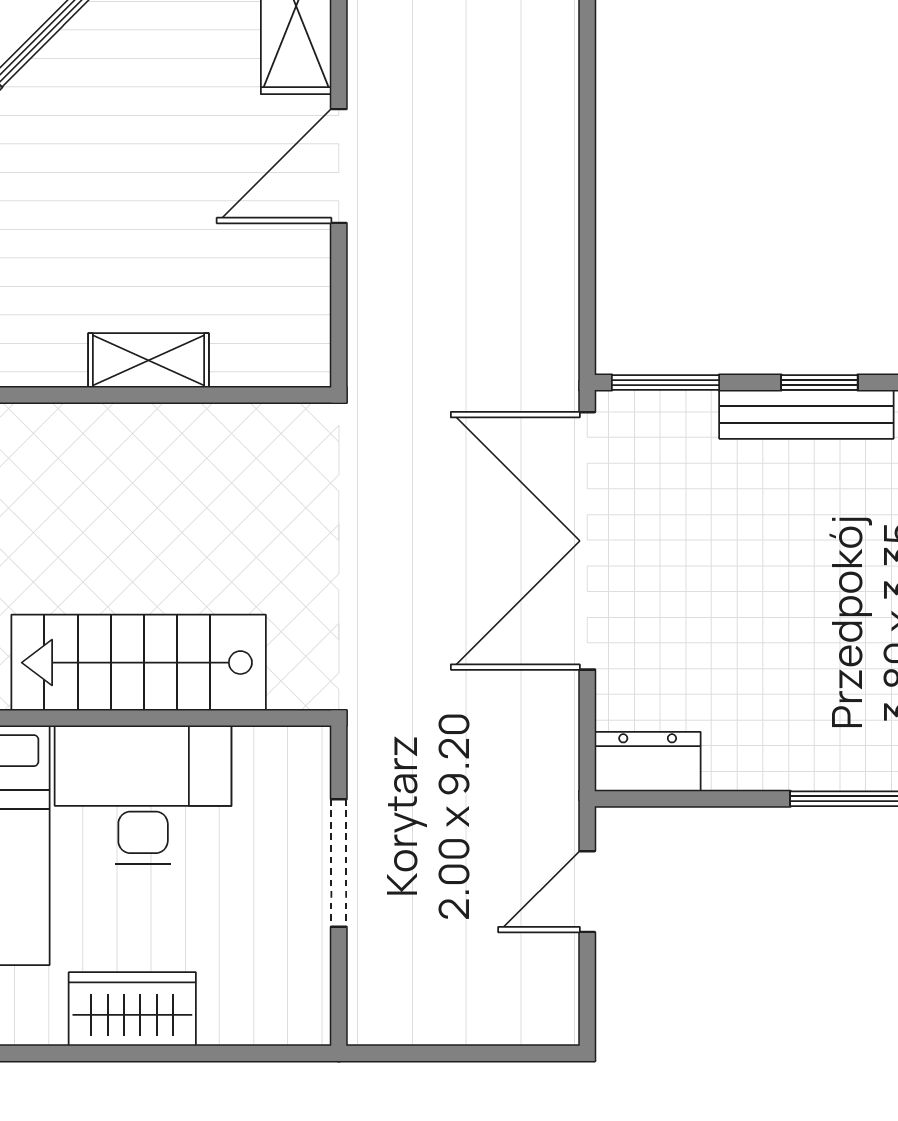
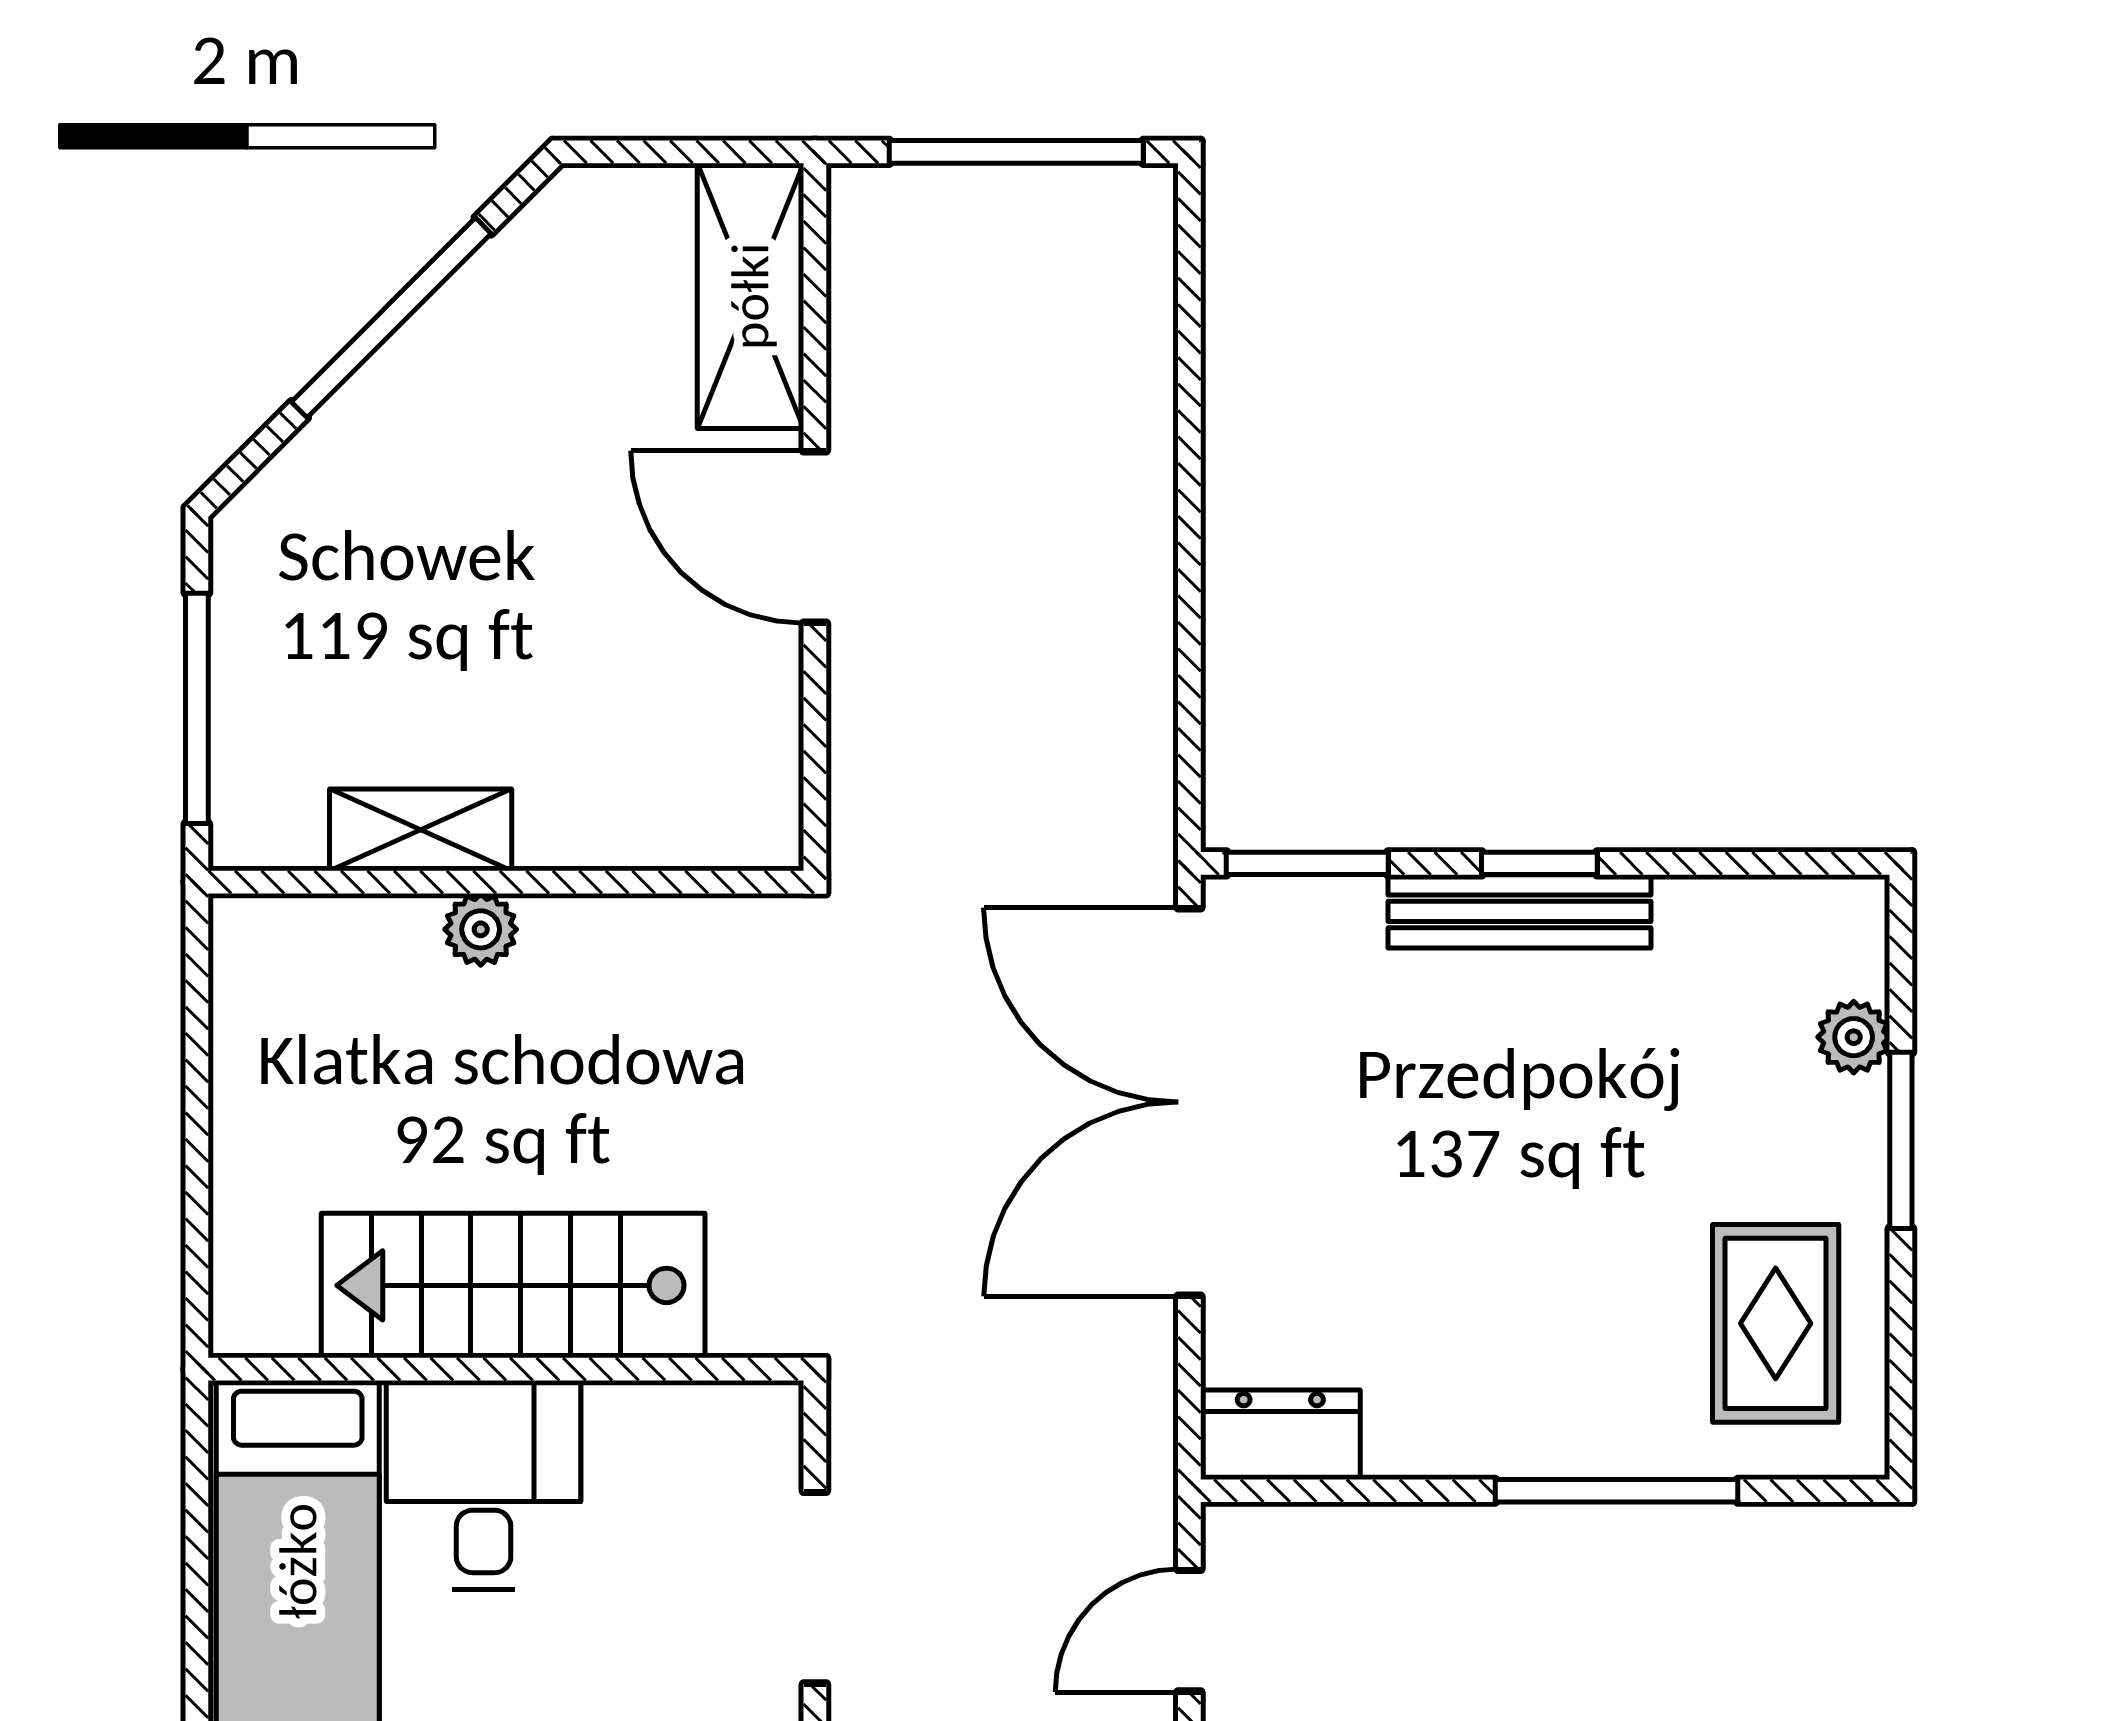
door: (339, 166) -> (815, 537), hinge flipped
shelving: (149, 360) -> (421, 830), moved
plant: (117, 426) -> (481, 929), added
desk: (143, 795) -> (484, 1485), width x0.73

